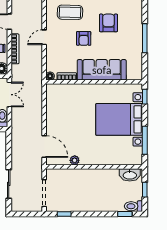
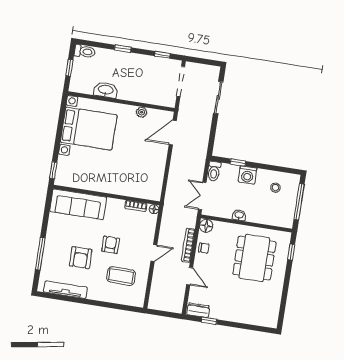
window: (145, 38) -> (40, 254), moved
sofa: (102, 70) -> (78, 204), moved
bed with nightstands: (119, 119) -> (89, 129), moved
window: (145, 140) -> (61, 122), removed
door: (44, 147) -> (173, 133), hinge flipped
washbasin: (130, 175) -> (106, 90), moved
window: (125, 214) -> (123, 49), moved

